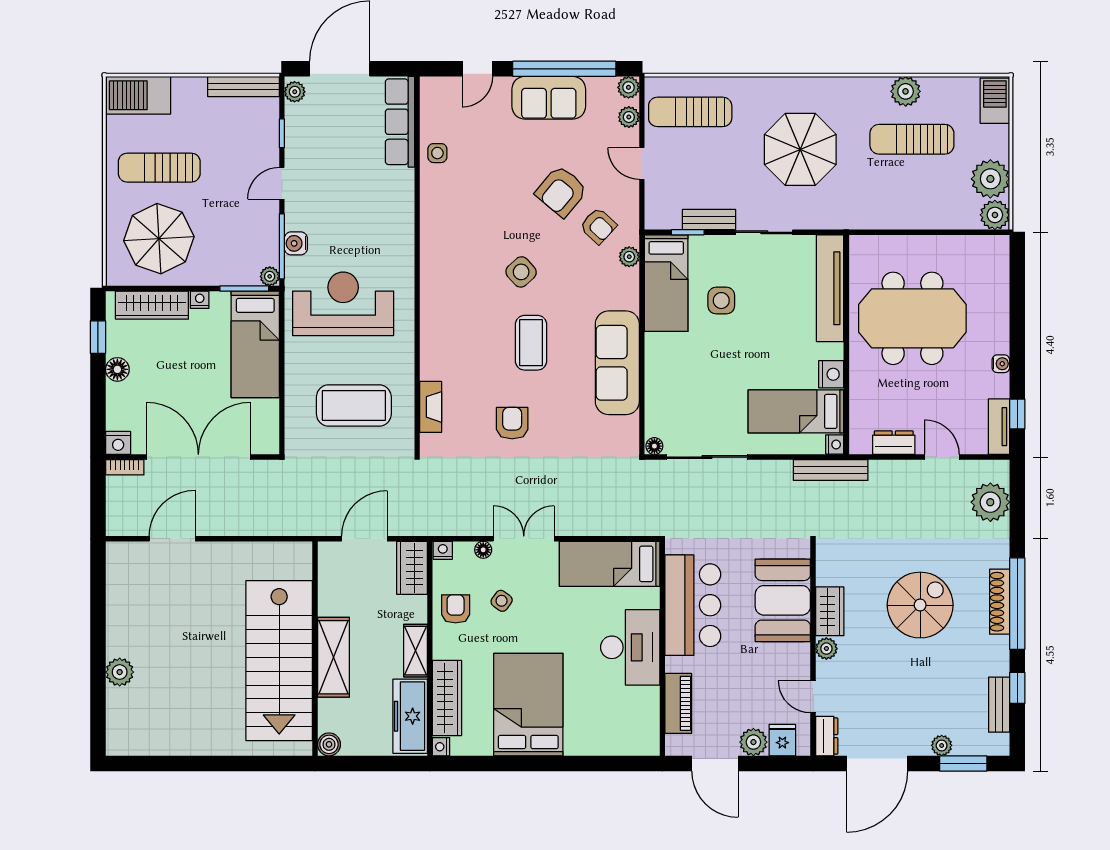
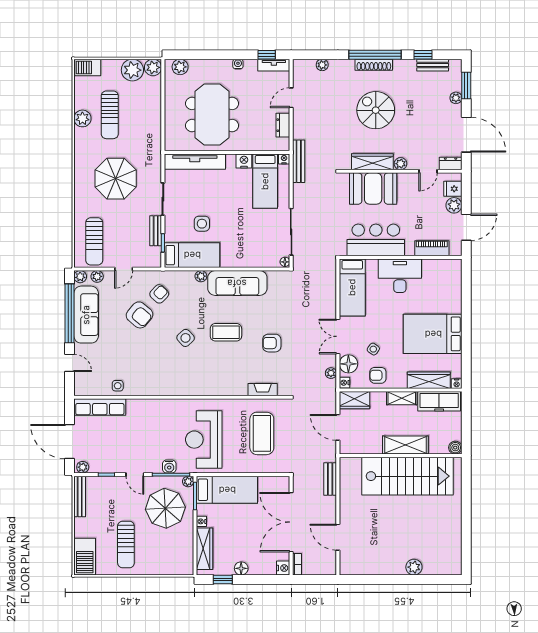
sofa: (549, 98) -> (86, 315), width x1.36
parasol: (159, 239) -> (165, 508), moved
plant: (629, 257) -> (201, 276), moved
plant: (996, 262) -> (180, 67), added
plant: (990, 502) -> (322, 65), width x0.53, depth x0.53
bench: (274, 525) -> (330, 479), added
plant: (460, 527) -> (331, 373), added
floor lamp: (483, 550) -> (348, 364), width x1.89, depth x1.89
wardrobe: (830, 611) -> (372, 162), width x1.50

